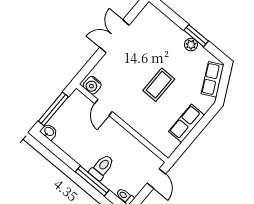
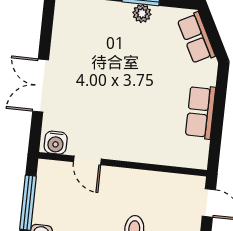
double door: (114, 36) -> (41, 86), moved
coffee table: (159, 85) -> (136, 88), removed

